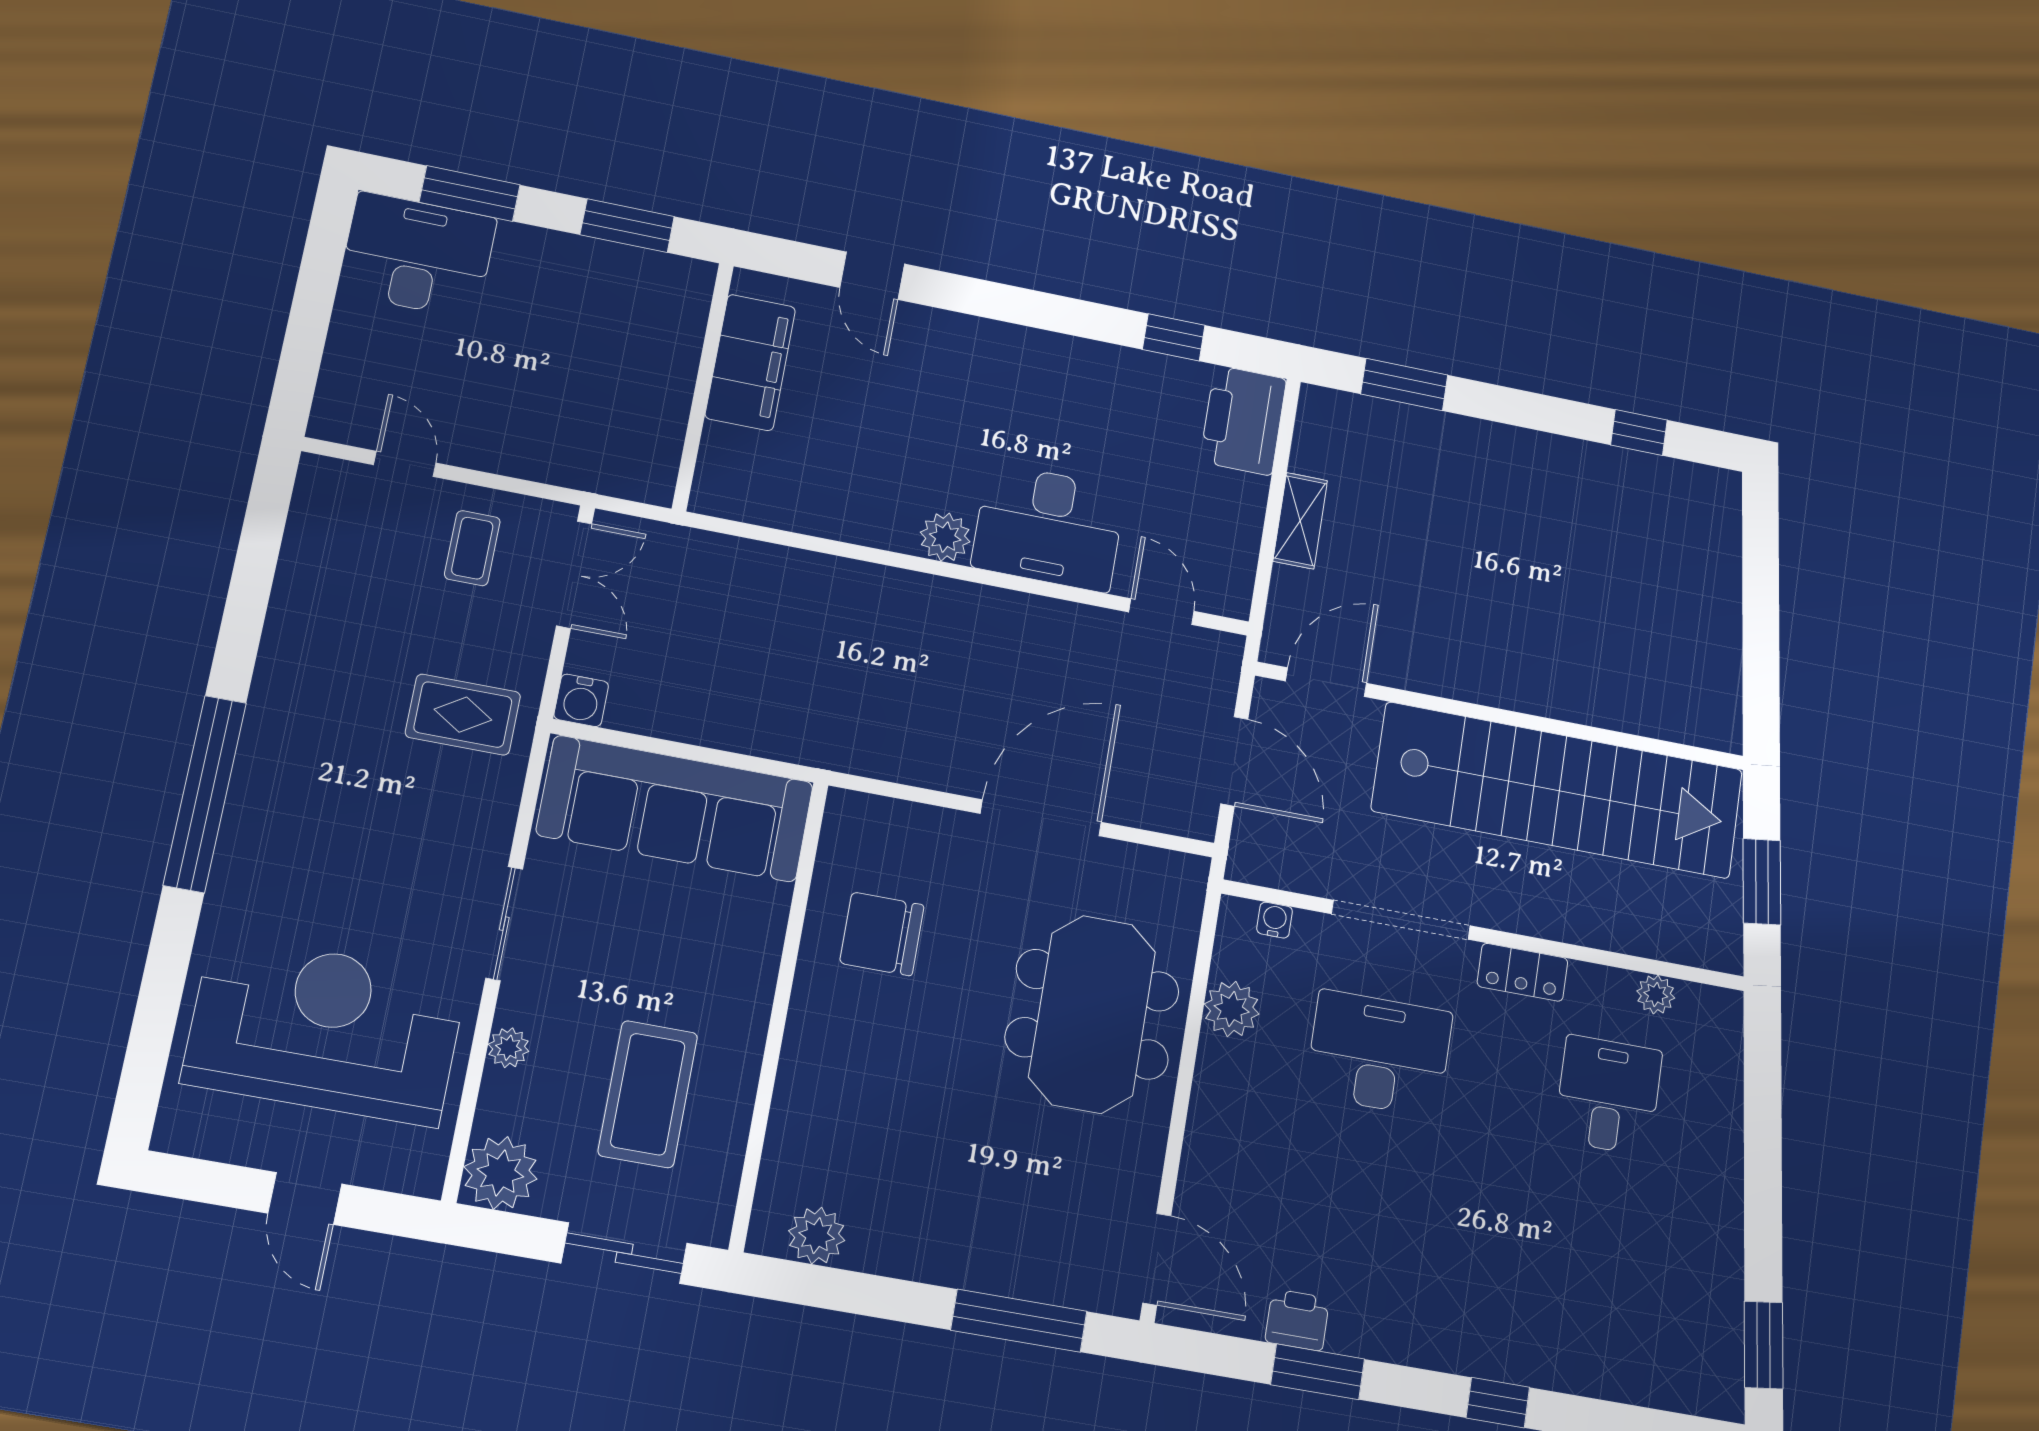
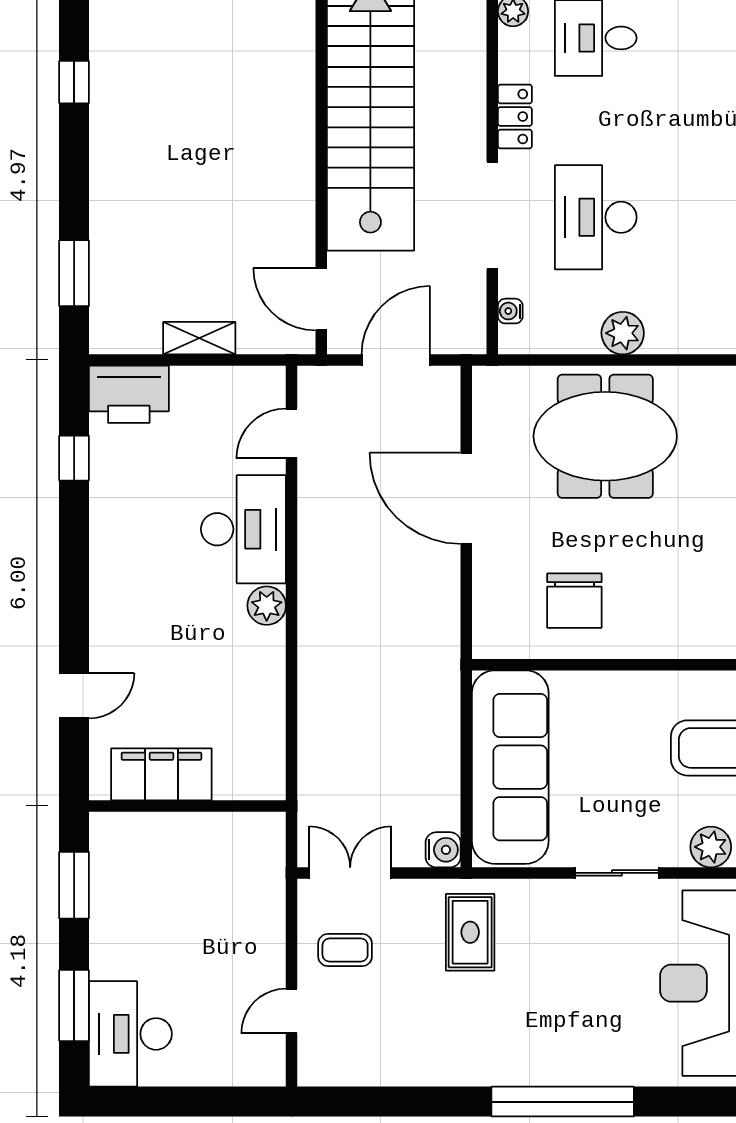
plant: (1232, 1009) -> (623, 333), moved
plant: (509, 1048) -> (711, 847), width x1.38, depth x1.38

